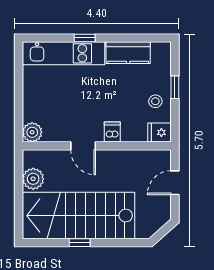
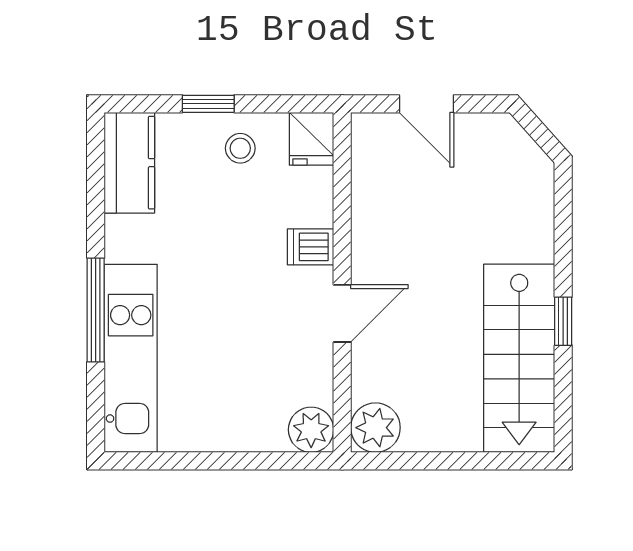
window: (85, 38) -> (96, 310), width x2.17
kitchen counter: (128, 53) -> (129, 163), moved
plant: (33, 179) -> (375, 428), moved
stairs: (78, 216) -> (519, 358), width x0.73, depth x0.66

